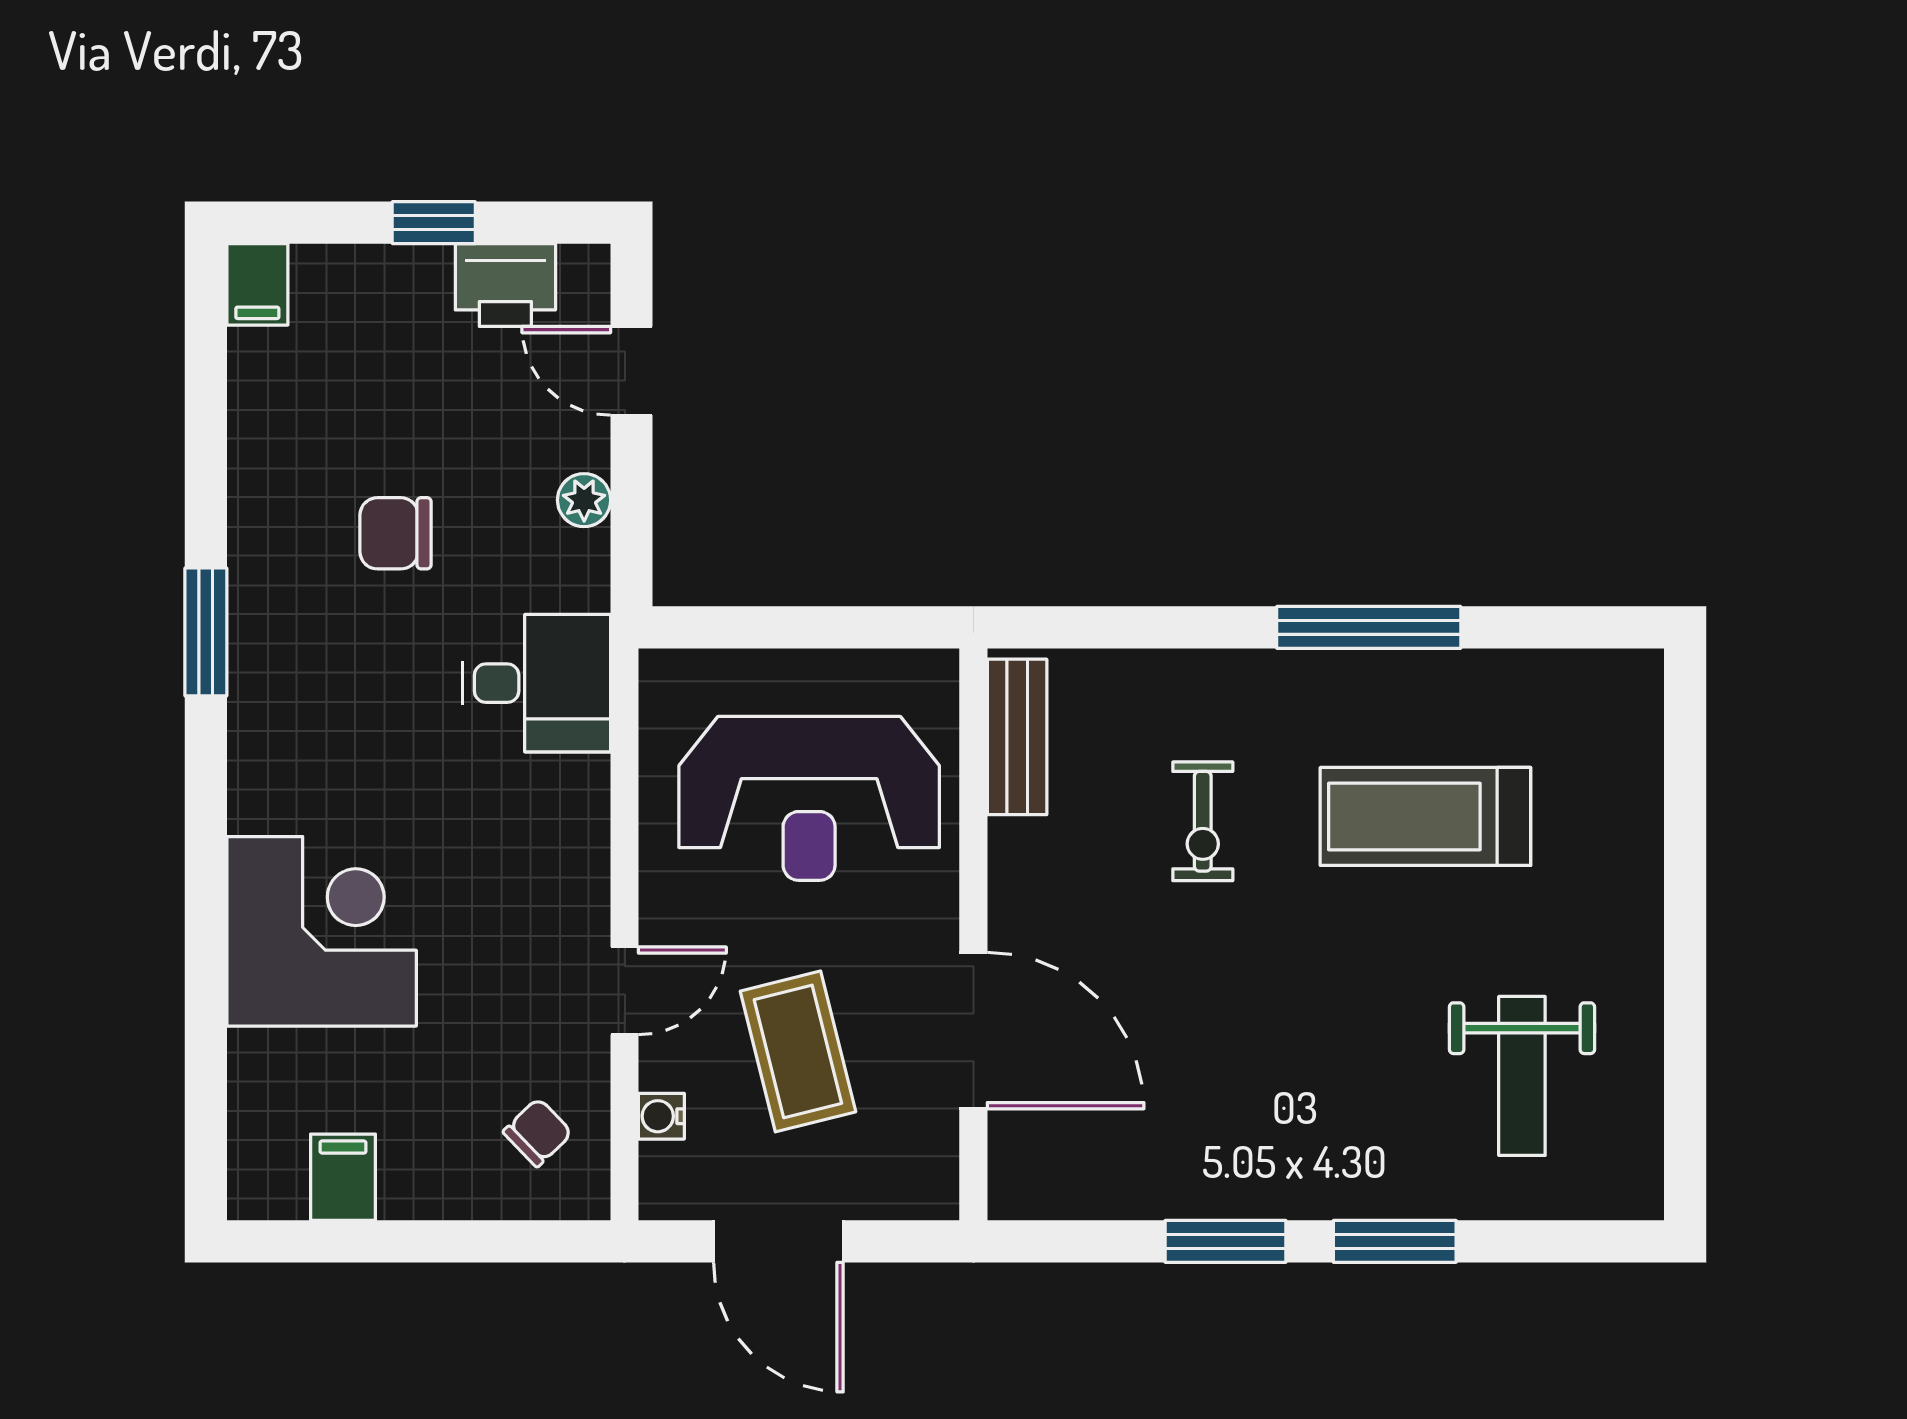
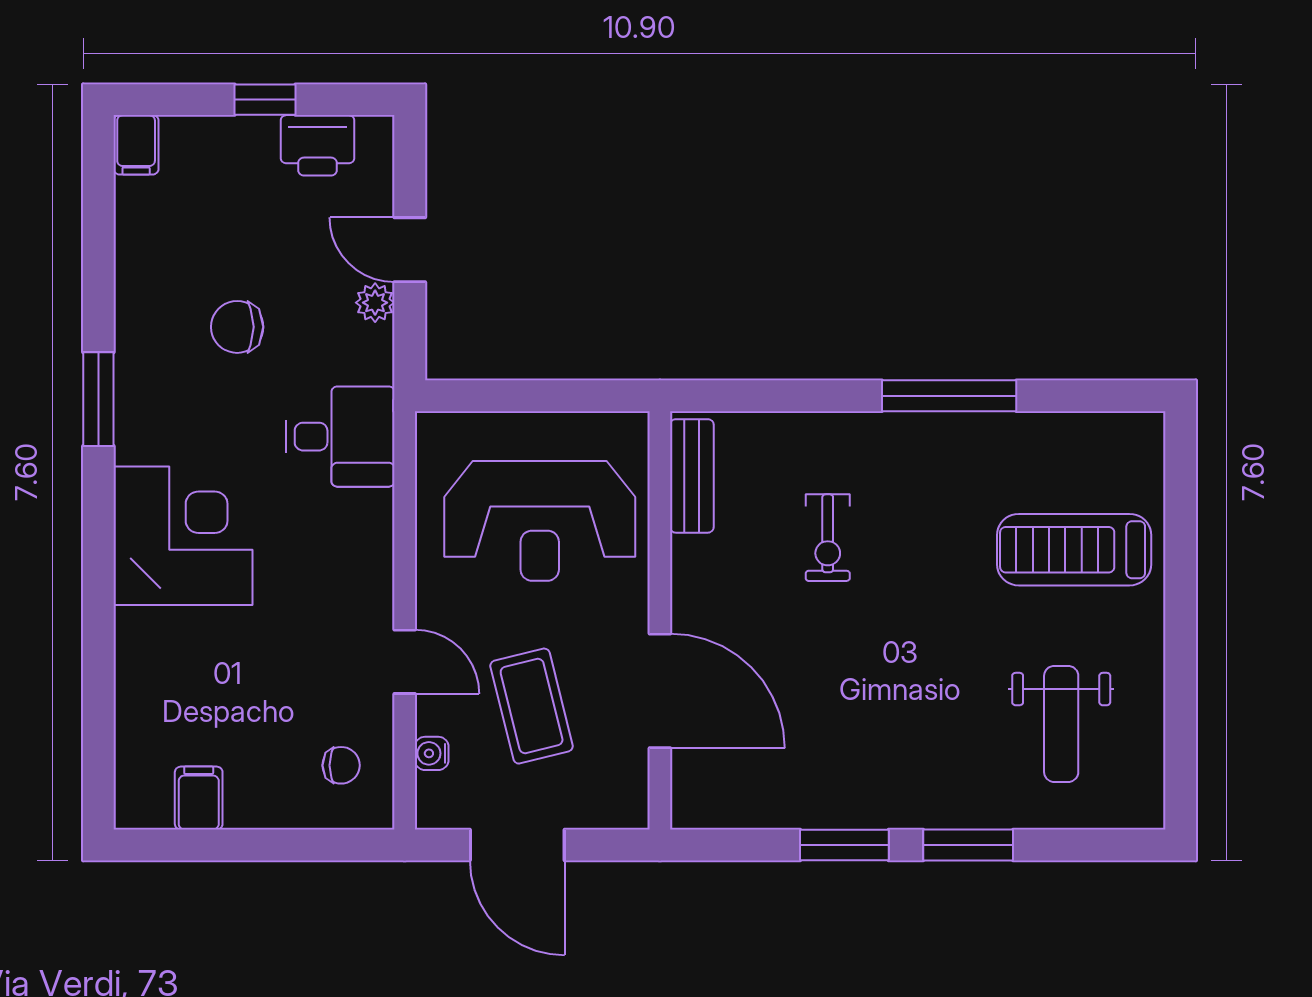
door: (632, 371) -> (410, 250), moved
treadmill: (1425, 816) -> (1074, 550), moved
corner desk: (322, 931) -> (183, 536), moved
door: (625, 991) -> (405, 662), hinge flipped
chair: (538, 1132) -> (341, 765), turned 44

